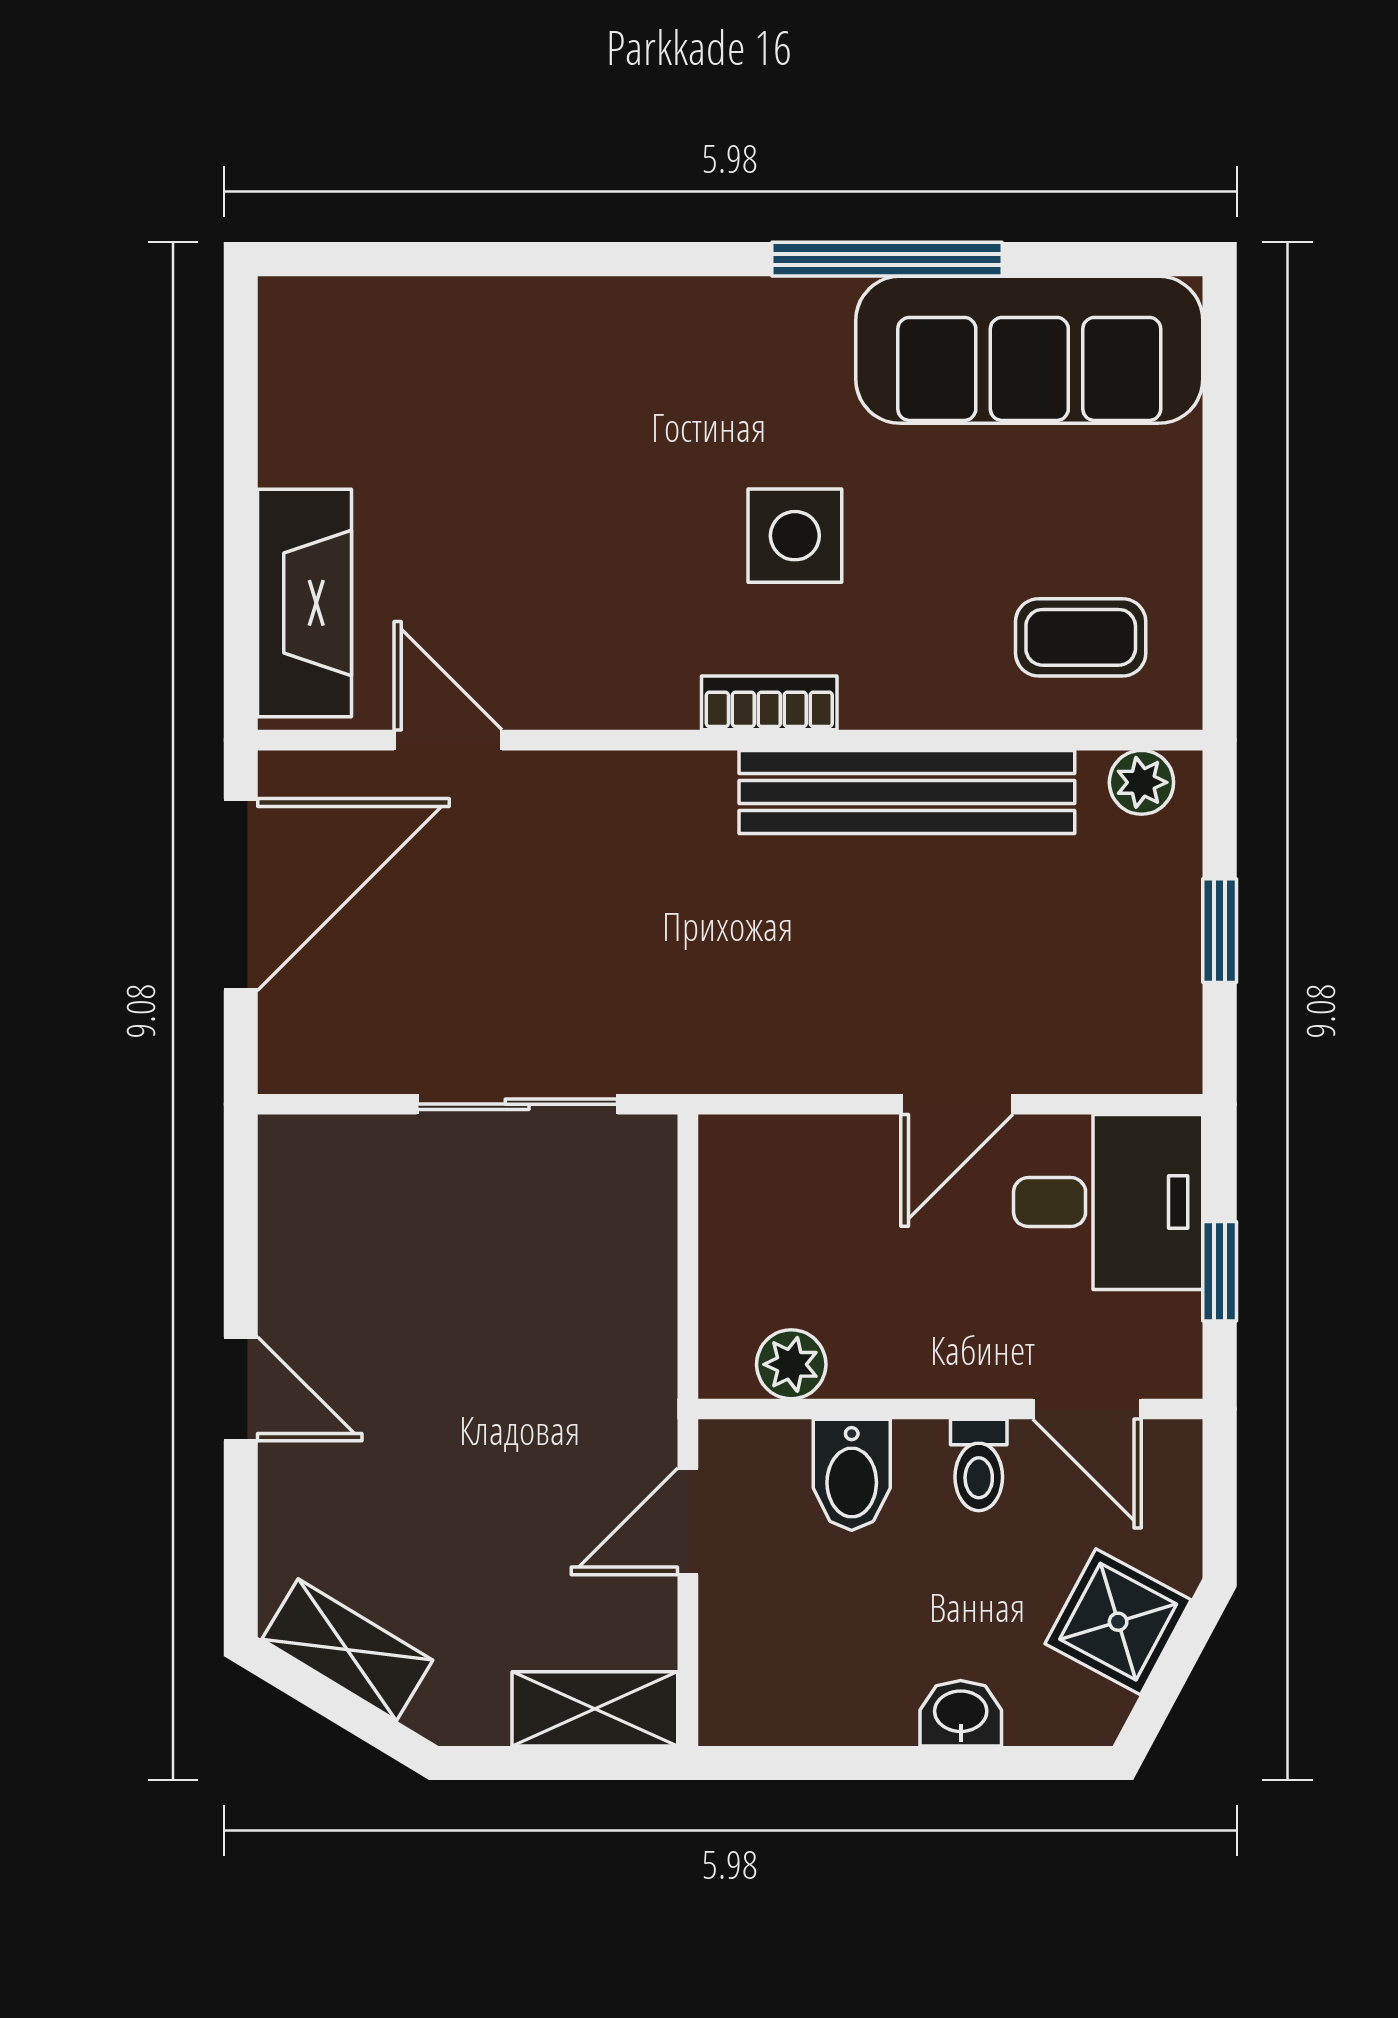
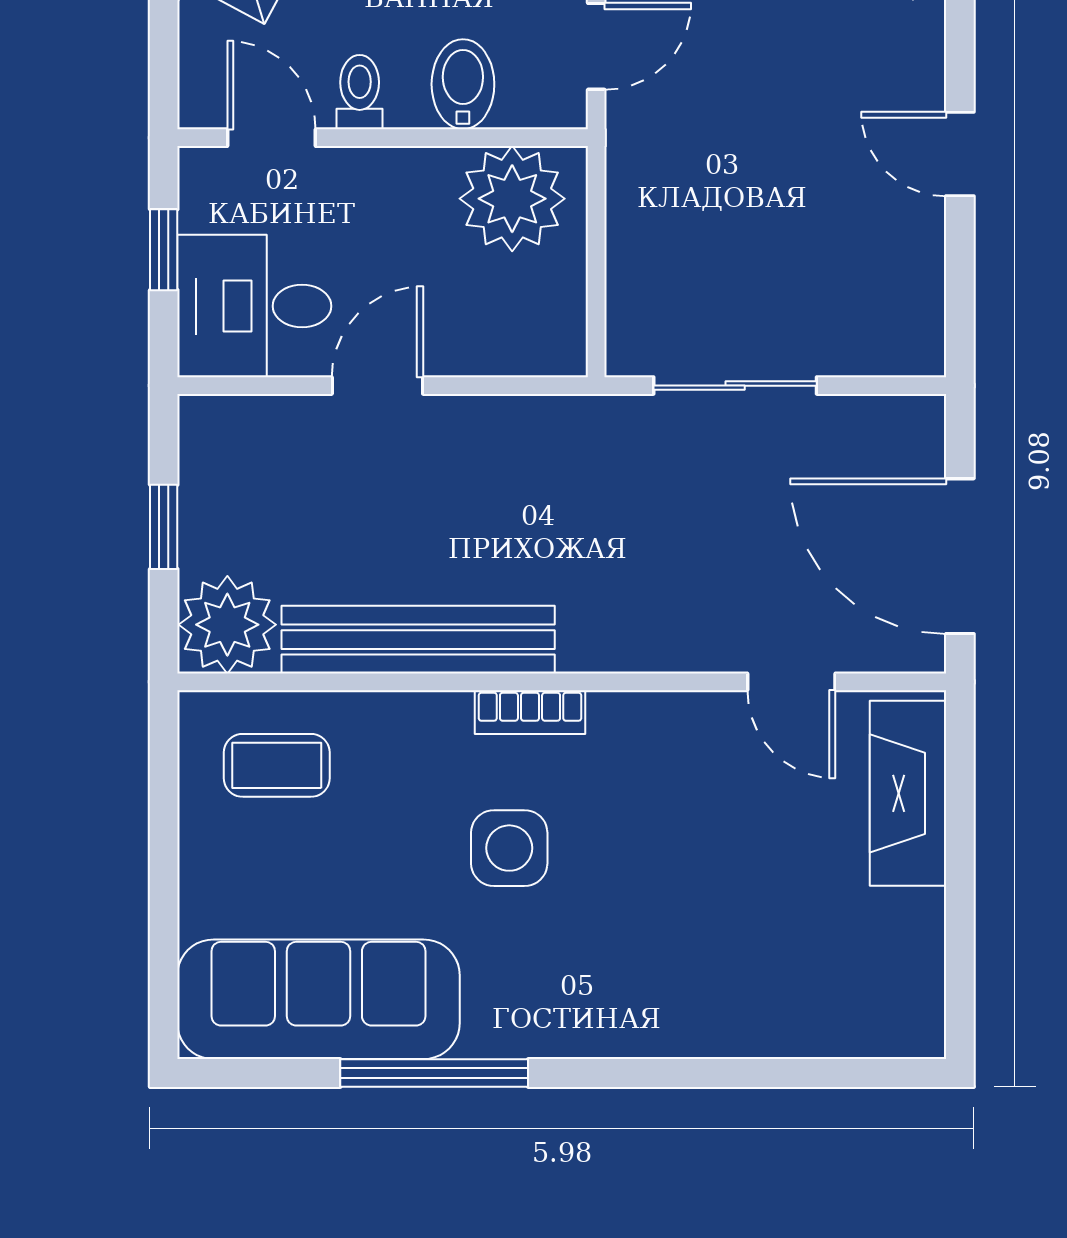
plant: (1141, 782) -> (227, 625), width x1.87, depth x1.87
door: (241, 894) -> (960, 556), hinge flipped
plant: (791, 1364) -> (512, 199), width x1.88, depth x1.88

